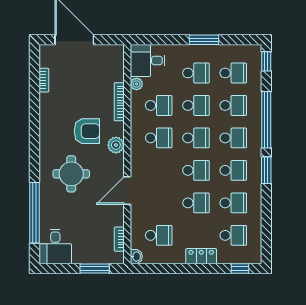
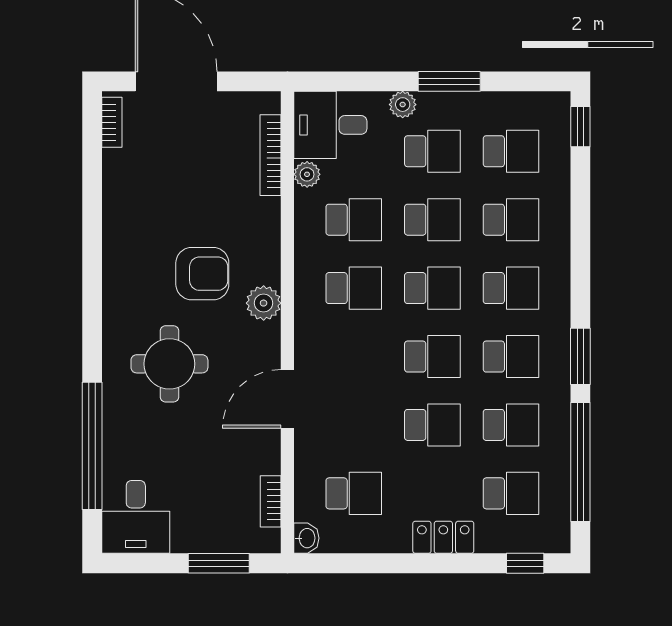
plant: (182, 51) -> (403, 105), added
bookcase: (44, 80) -> (112, 122), moved
bookcase: (119, 102) -> (271, 155), moved
window: (266, 120) -> (580, 462), moved

